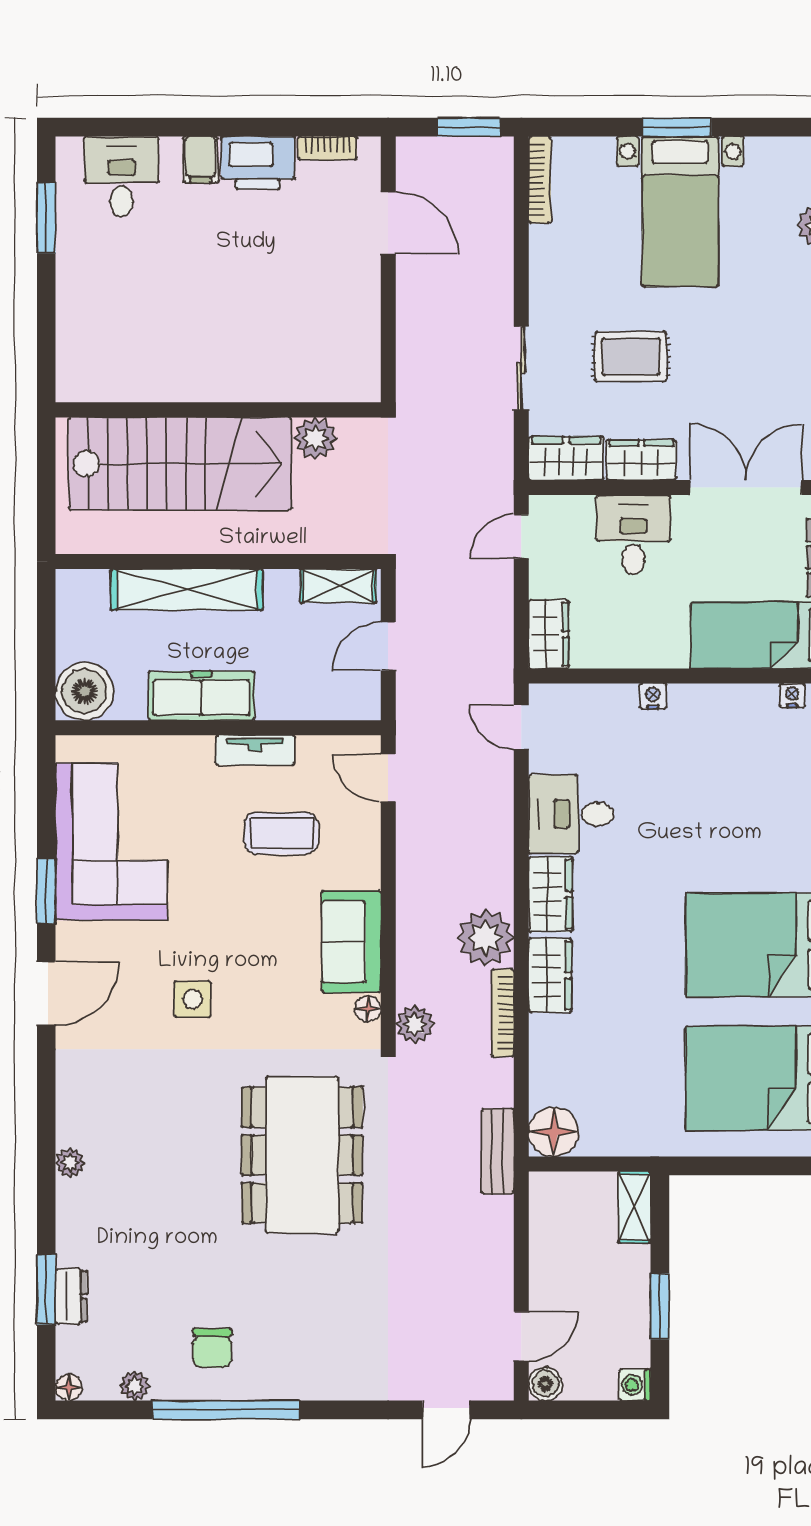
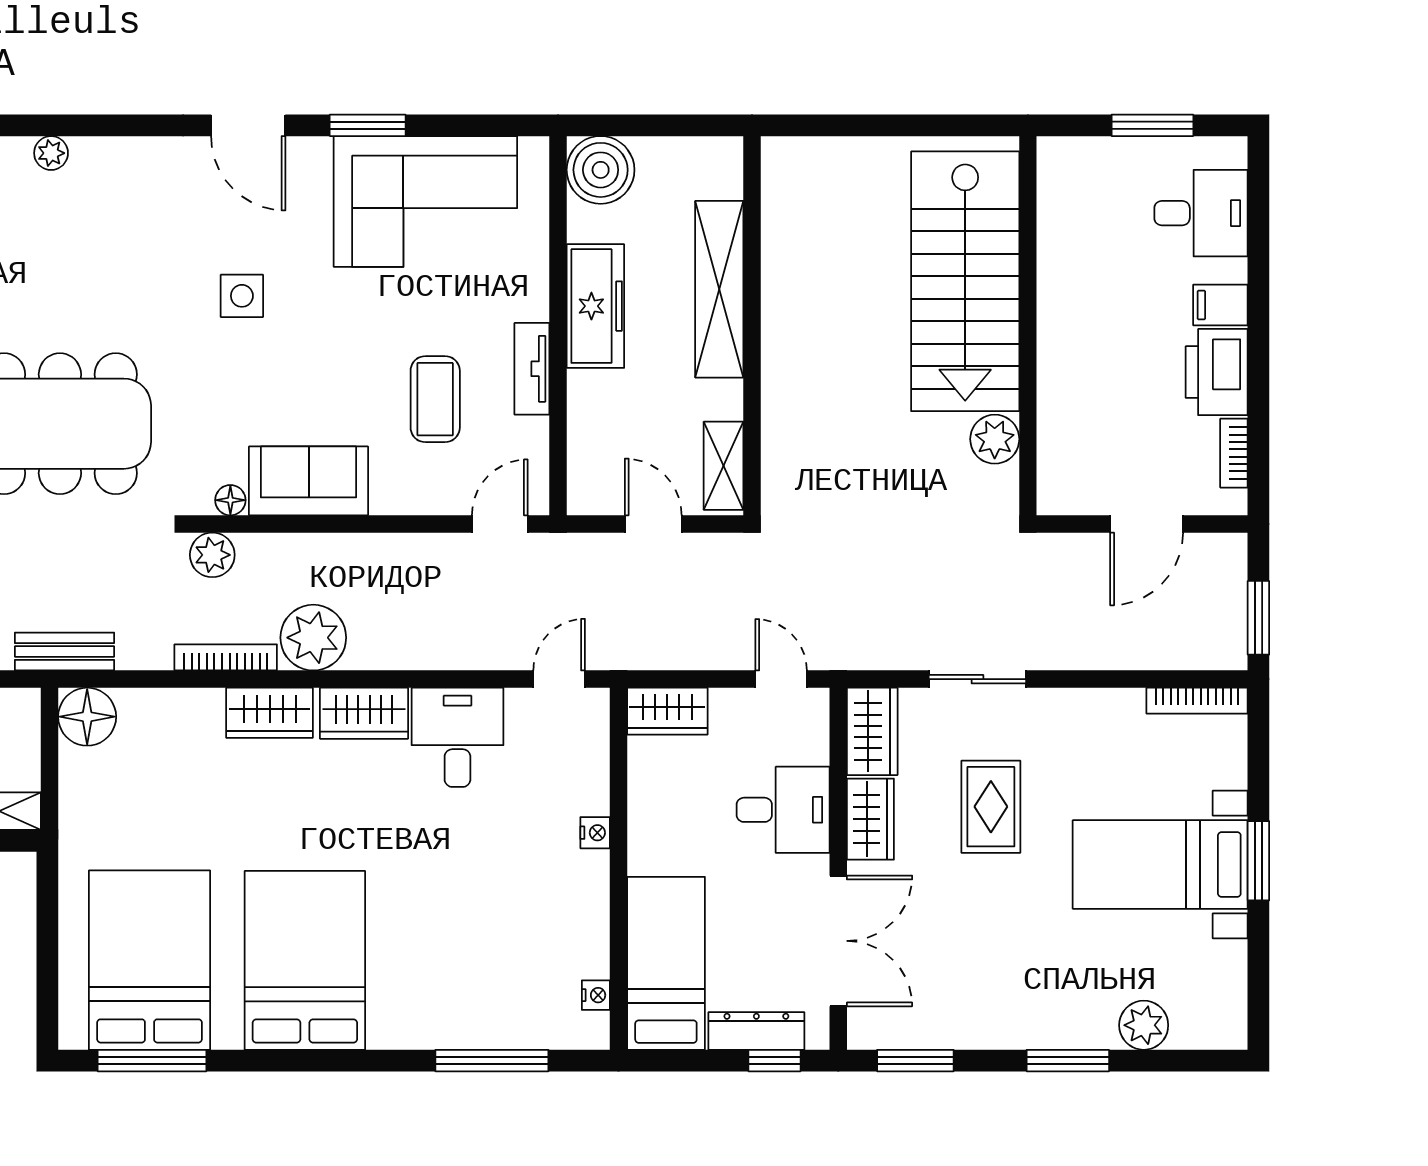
wall: (218, 410) -> (1028, 326), moved
plant: (315, 438) -> (995, 439), moved
stairs: (180, 464) -> (965, 281), moved

